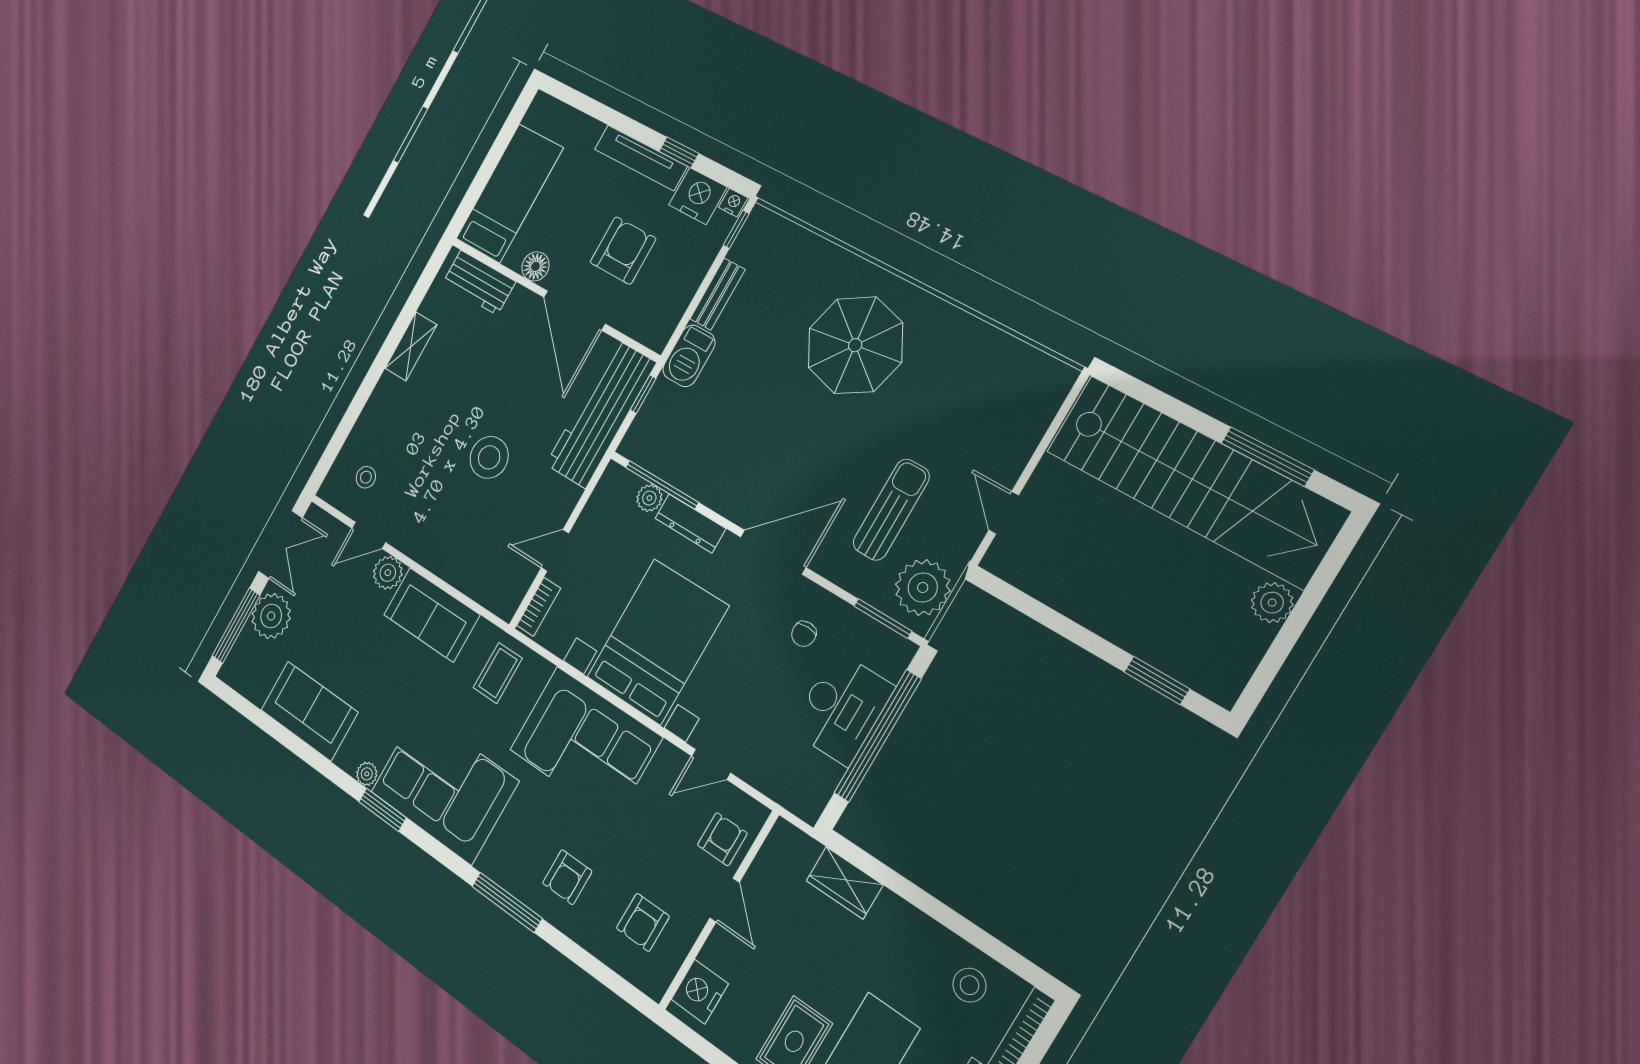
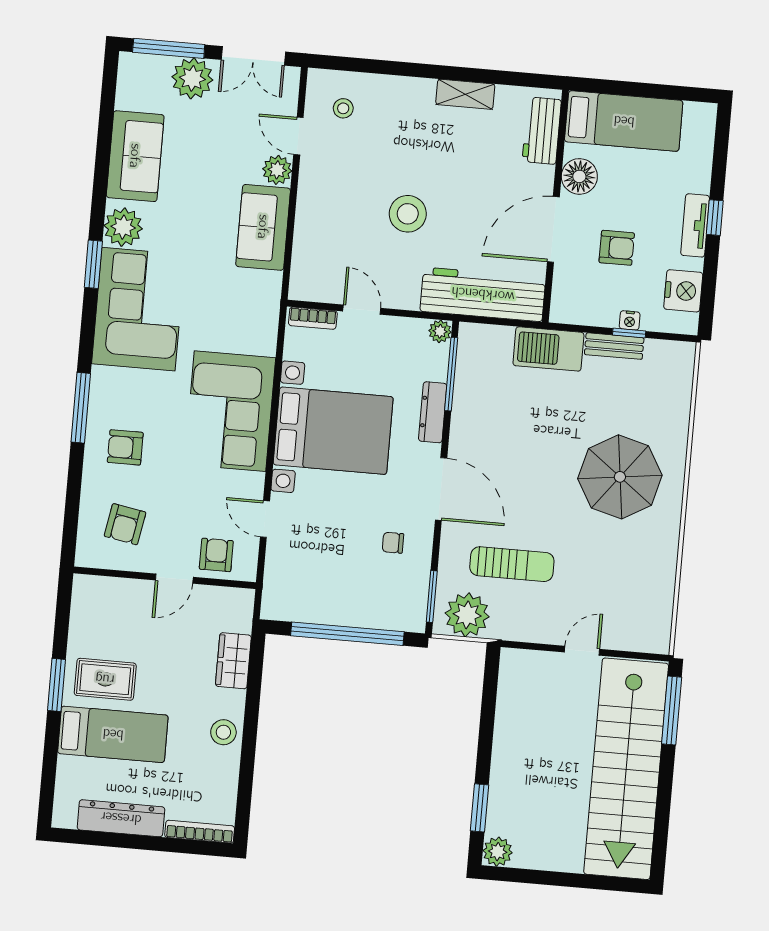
window: (679, 152) -> (715, 218), moved
tv unit: (641, 158) -> (695, 225), width x0.71
nightstand: (733, 203) -> (630, 320), moved, turned 90
window: (736, 229) -> (629, 333), moved
armchair: (623, 251) -> (617, 248), width x0.72, depth x0.72
floor lamp: (535, 266) -> (579, 176), width x1.38, depth x1.38
barbecue: (689, 356) -> (548, 349), width x1.37, depth x1.21
window: (643, 394) -> (513, 323), removed
window: (1267, 456) -> (672, 711), moved
plant: (649, 498) -> (440, 331), moved
door: (1004, 513) -> (582, 651), moved
plant: (1272, 603) -> (498, 852), moved
coffee table: (498, 673) -> (246, 309), removed
desk: (842, 708) -> (354, 598), removed
plant: (367, 774) -> (123, 227), width x1.88, depth x1.88
armchair: (722, 839) -> (216, 555), turned -90
armchair: (643, 922) -> (125, 524), turned -80
stool: (969, 985) -> (223, 732), moved
nightstand: (700, 992) -> (100, 593), removed

